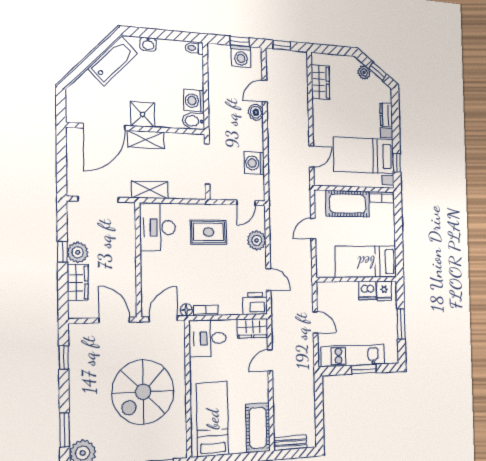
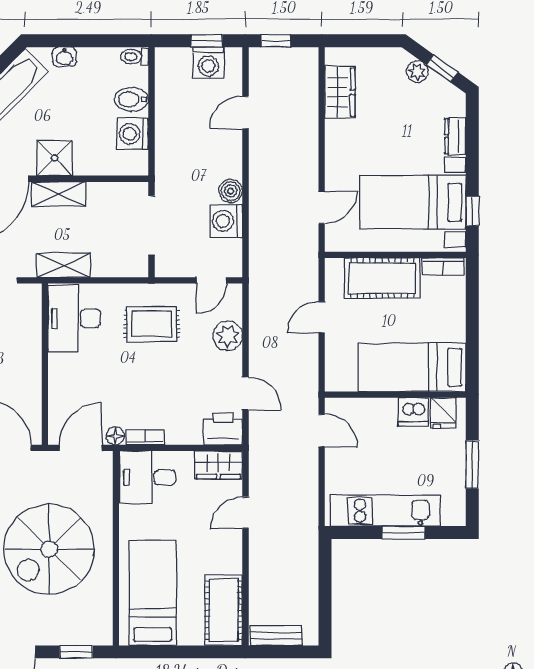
boiler: (256, 112) -> (231, 191), moved
bidet: (193, 121) -> (131, 99), moved
door: (315, 322) -> (322, 431), moved

